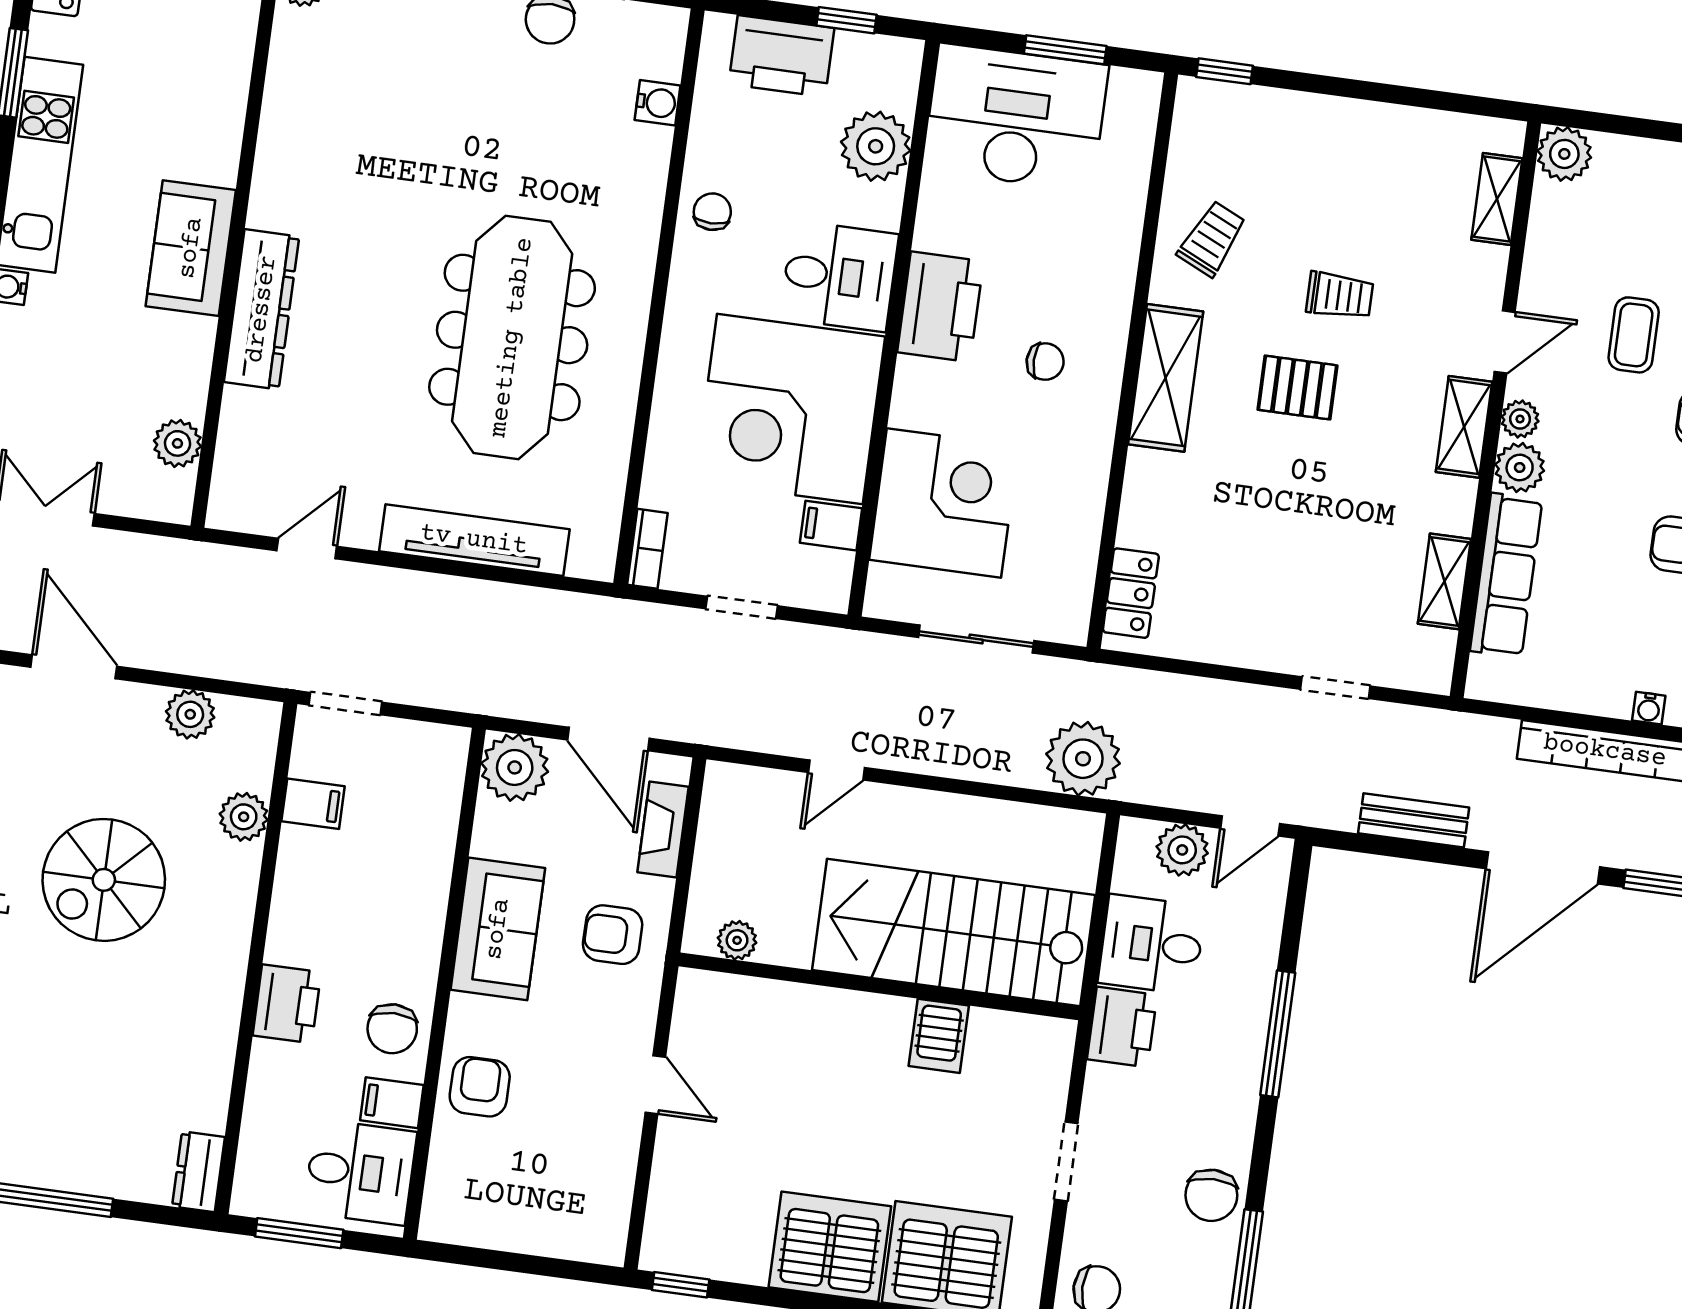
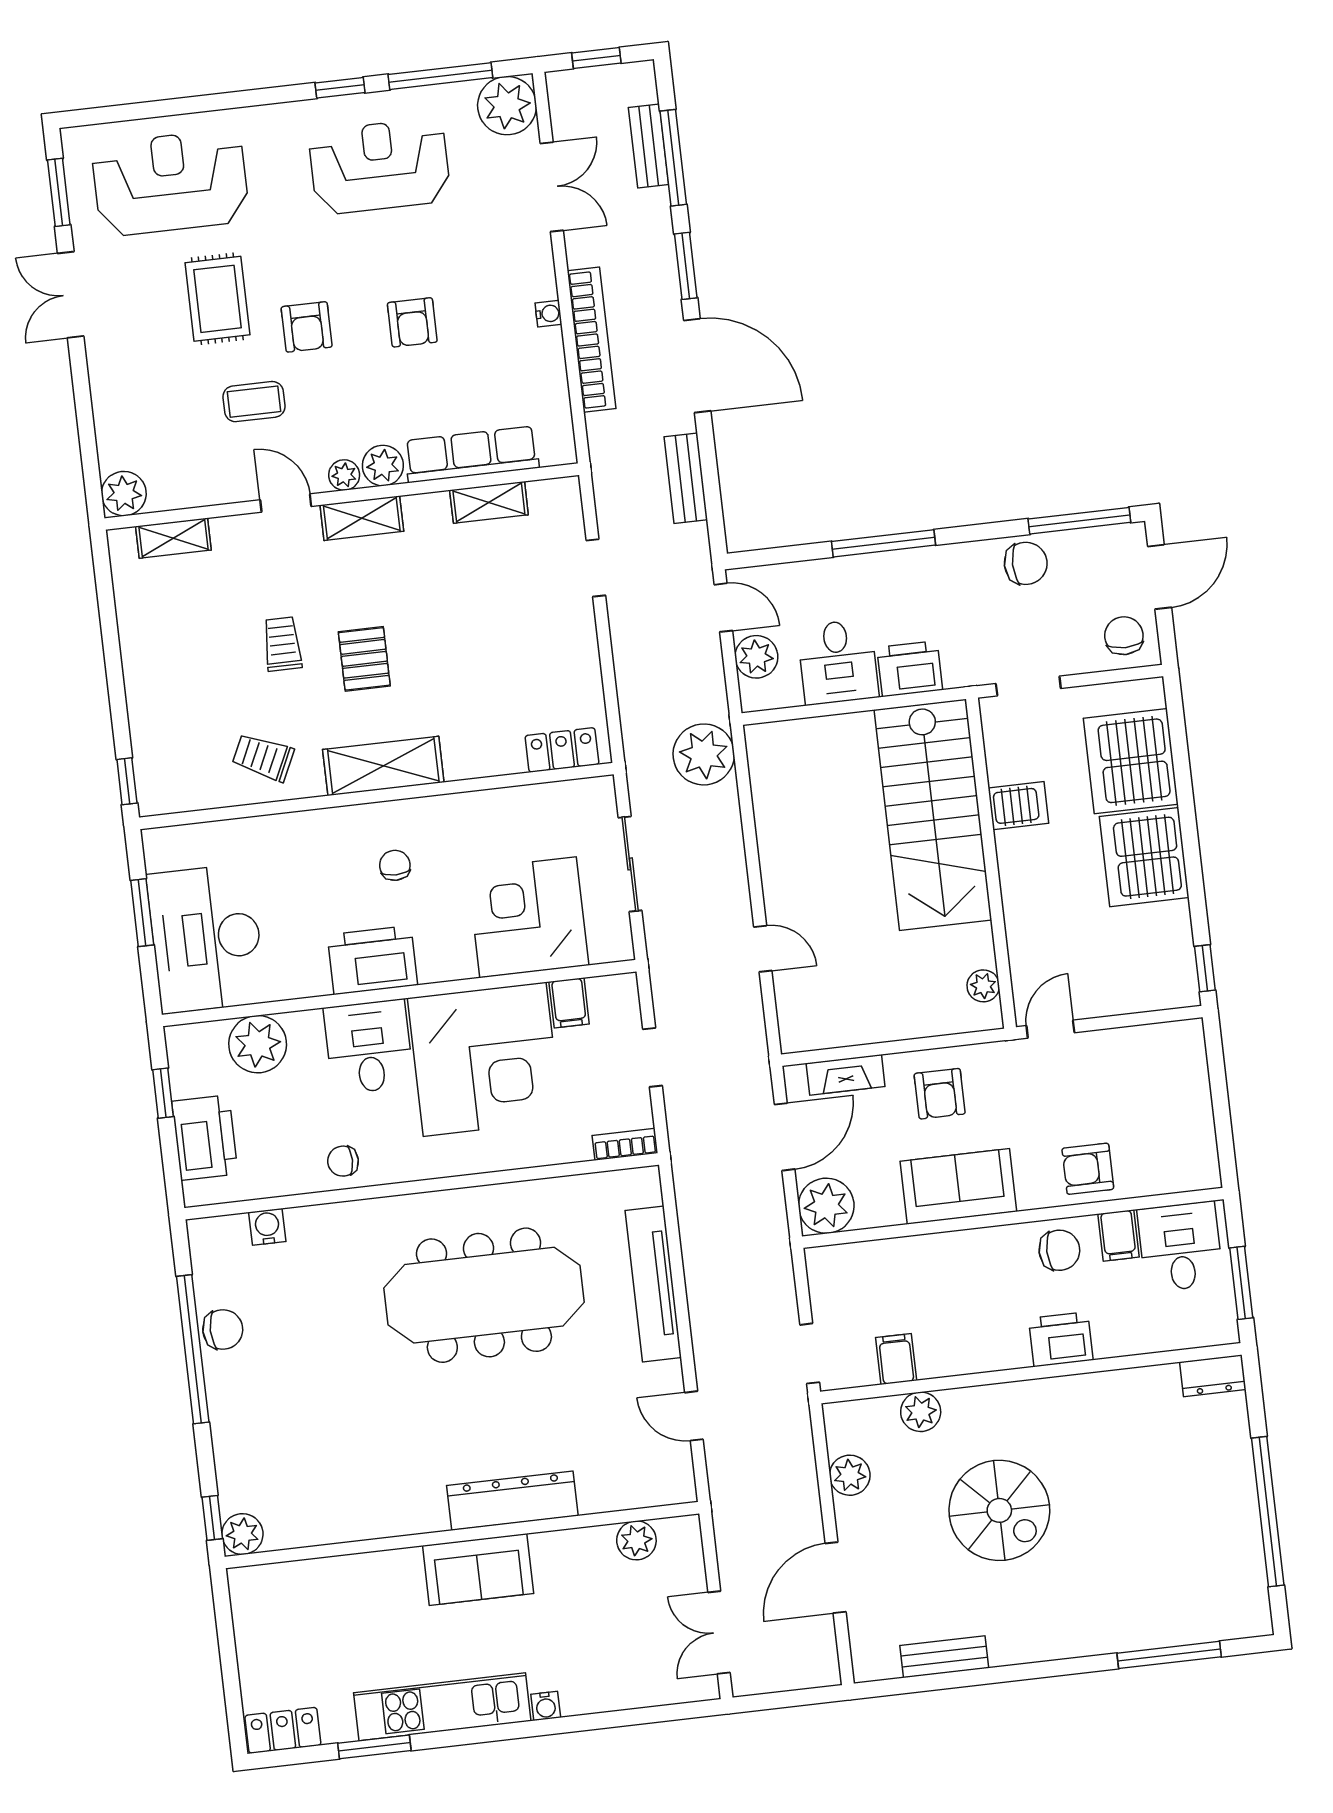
stairs: (954, 932) -> (933, 815), moved
plant: (737, 940) -> (983, 986), moved
wall: (879, 986) -> (991, 863), moved
server rack: (939, 1036) -> (1018, 806), moved

